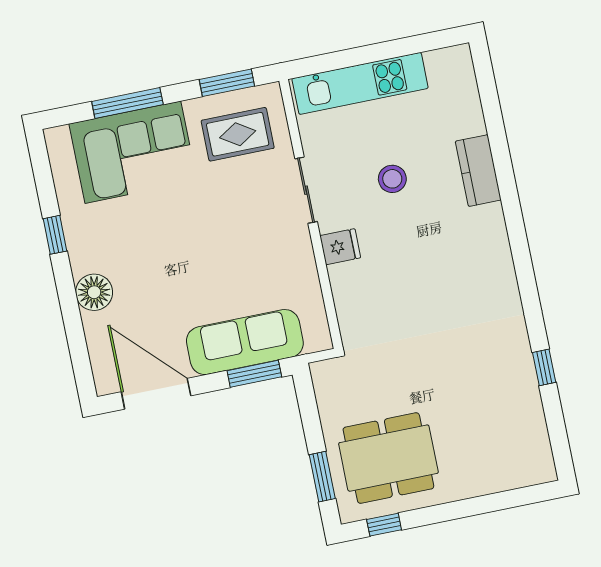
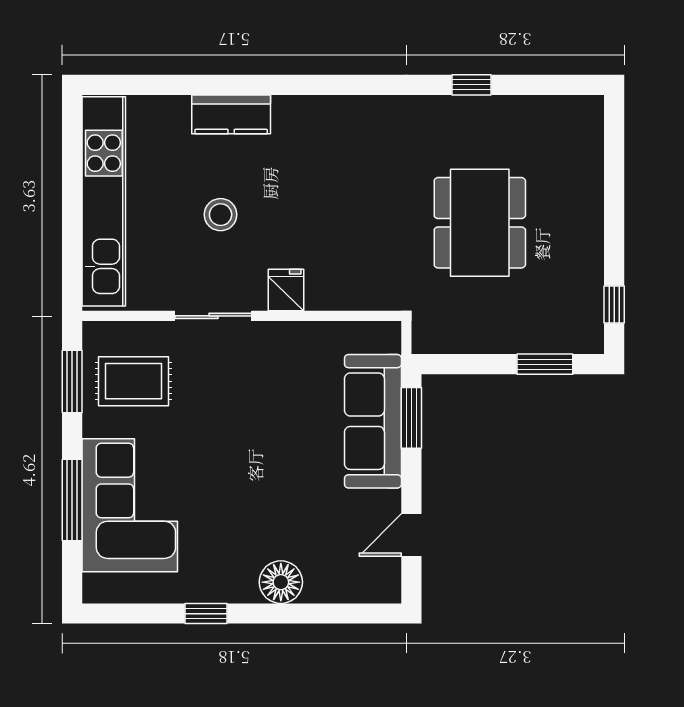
kitchen unit: (360, 83) -> (104, 201), width x1.36
rug: (238, 134) -> (134, 381), turned 90
door: (156, 394) -> (411, 535), width x0.53
dining table: (388, 458) -> (480, 223), moved

